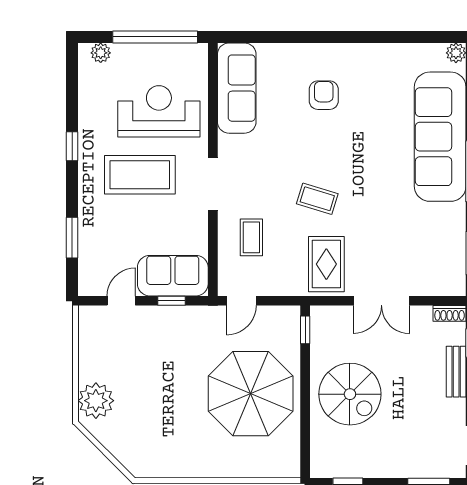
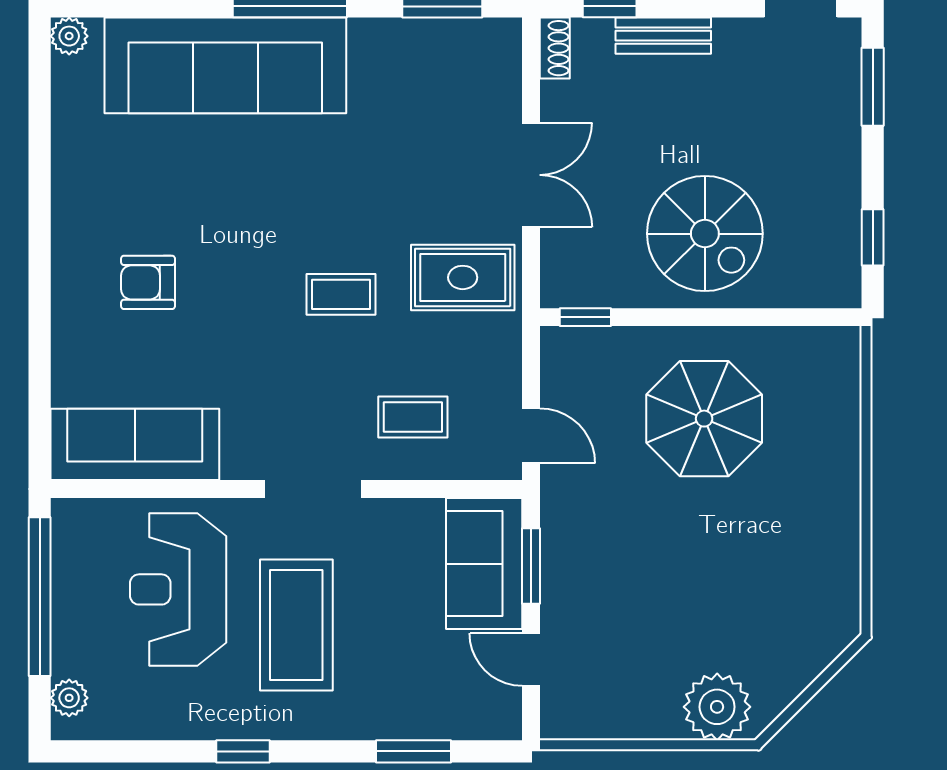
coffee table: (317, 199) -> (341, 294), turned 73
window: (171, 301) -> (531, 566), width x1.50
parasol: (251, 394) -> (704, 419), width x0.73, depth x0.73
spiral stairs: (350, 394) -> (705, 234), turned 90

